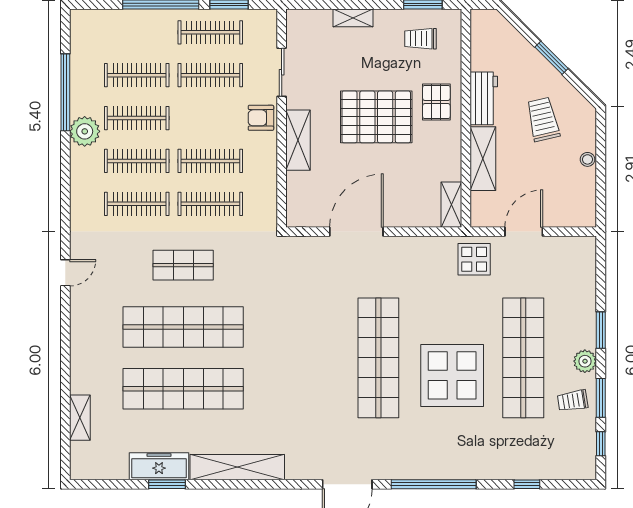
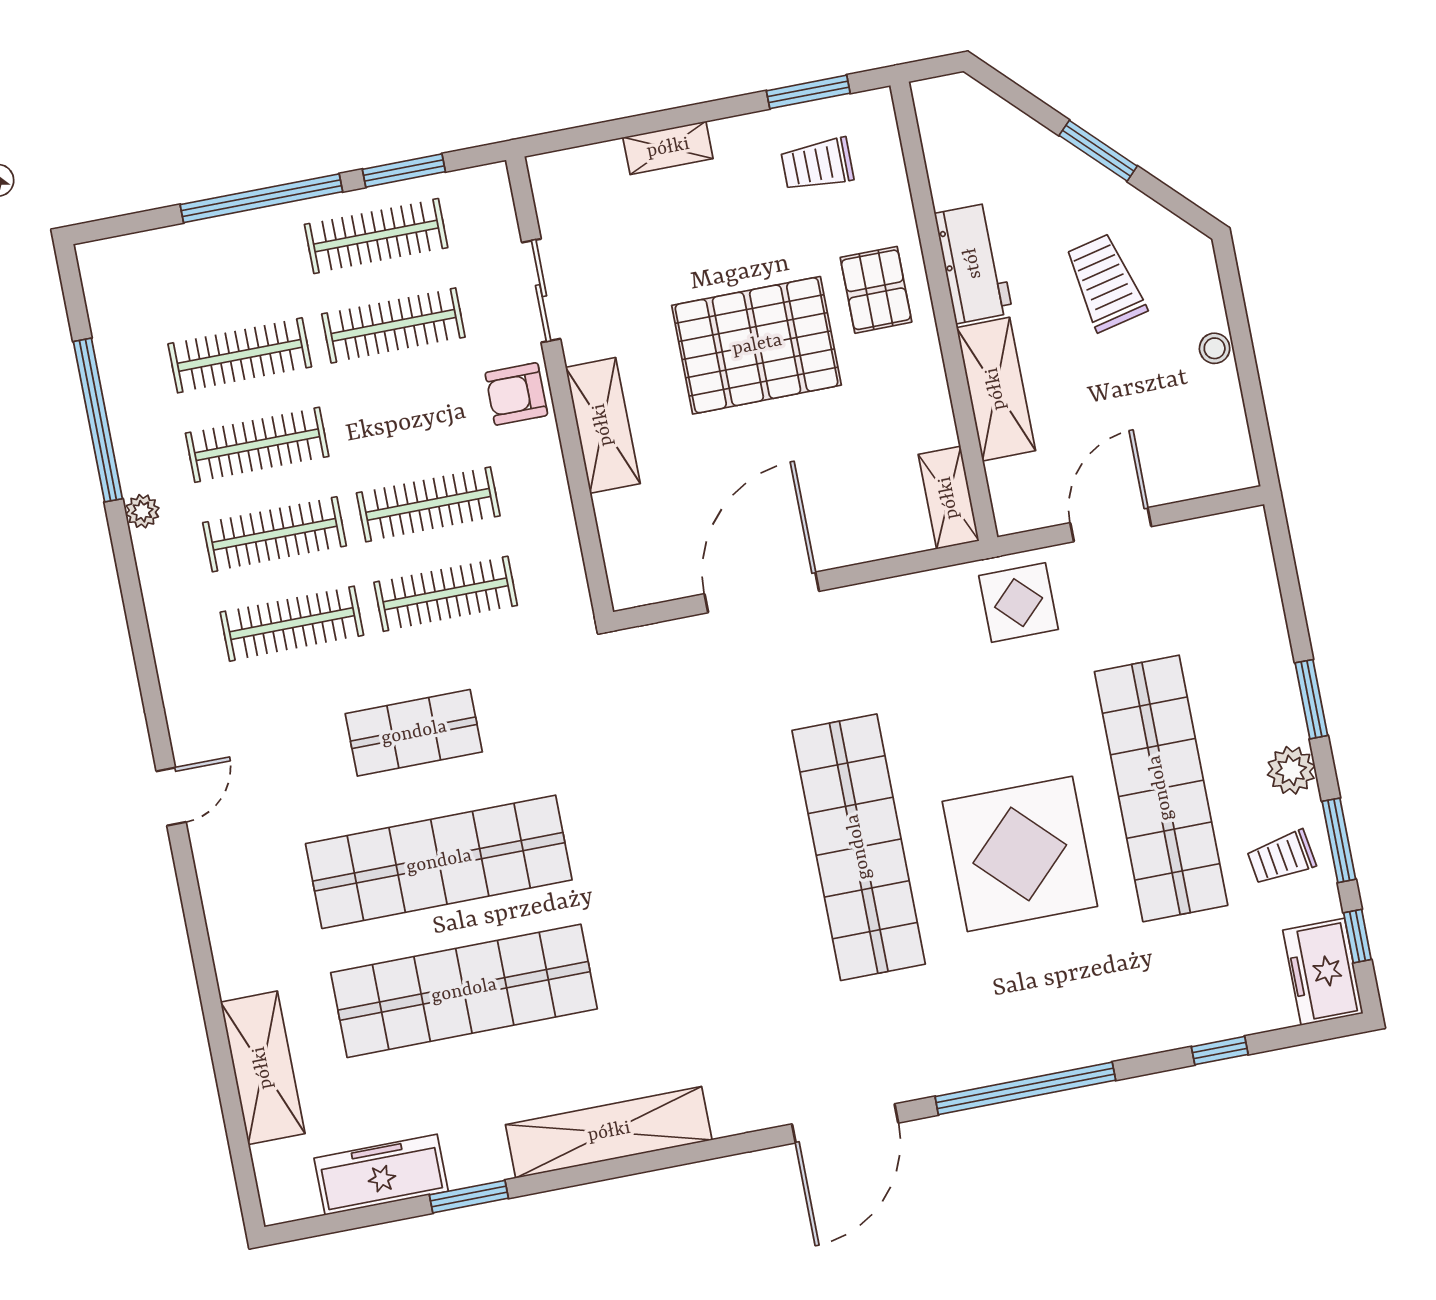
plant: (85, 131) -> (142, 511), width x0.53, depth x0.53
shelving: (80, 418) -> (263, 1068), width x1.50, depth x1.33
freezer: (582, 457) -> (1323, 972), added
freezer: (159, 466) -> (381, 1175), moved

